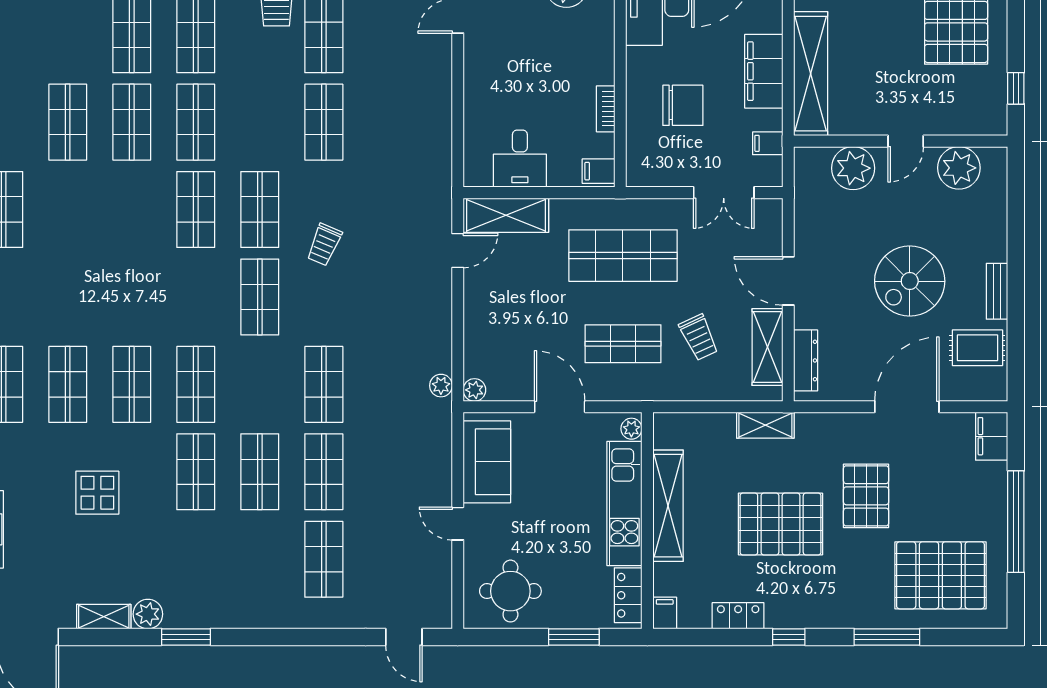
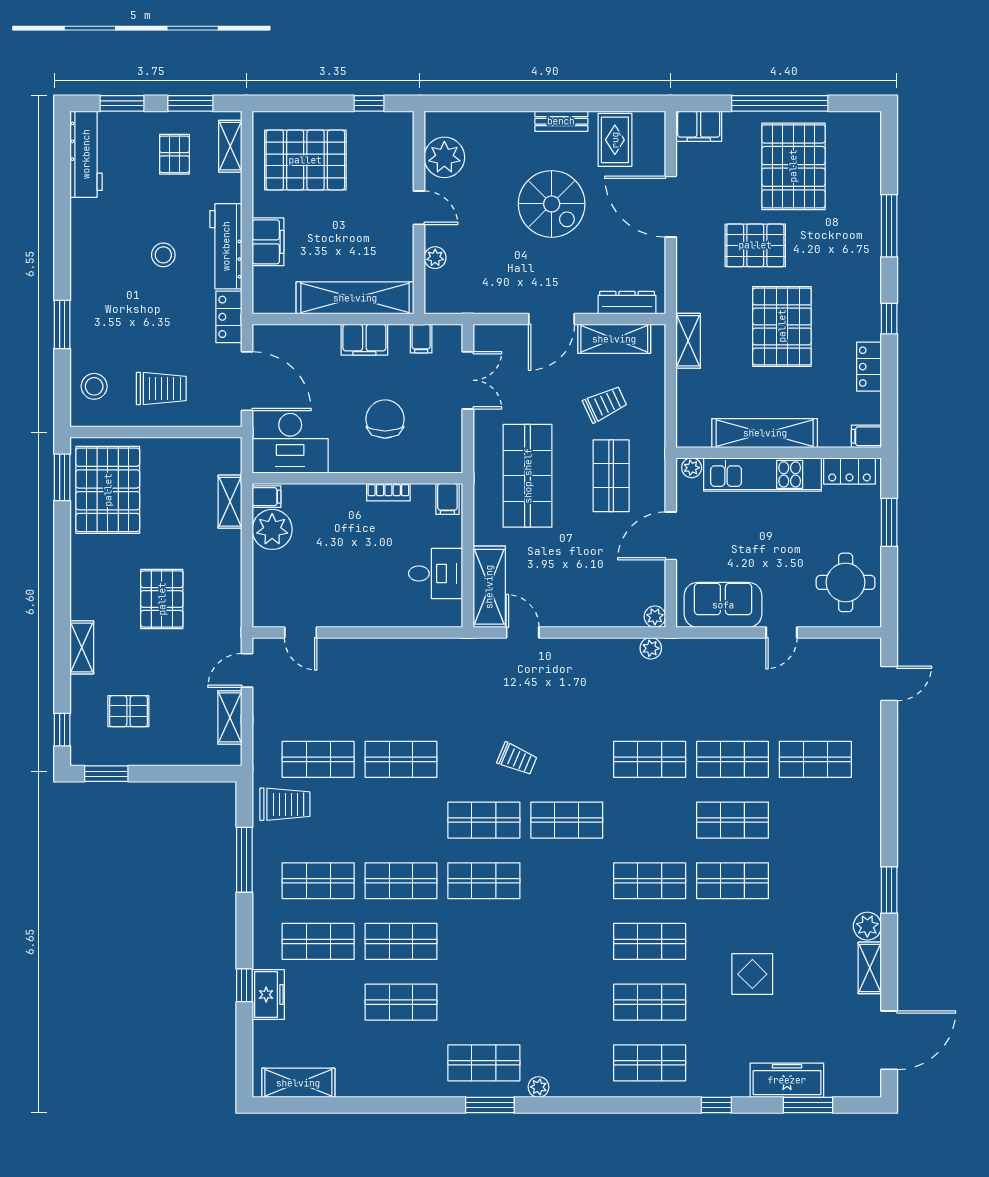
filing cabinet: (764, 71) -> (364, 340), width x0.67, depth x0.86
plant: (853, 168) -> (435, 258), width x0.53, depth x0.53
pallet: (940, 575) -> (793, 166), moved

